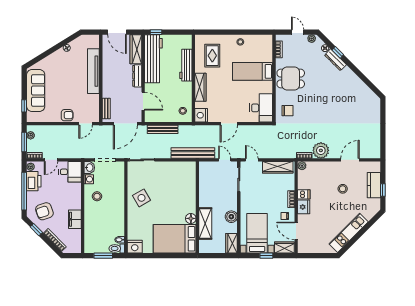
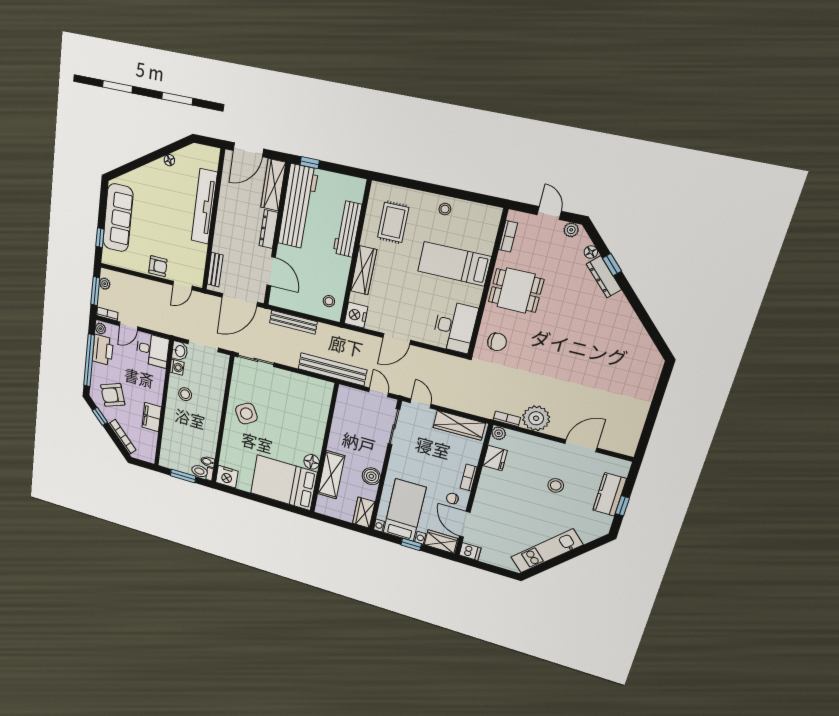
door: (117, 32) -> (248, 150), hinge flipped
dishwasher: (304, 194) -> (470, 552), moved
fridge: (304, 207) -> (495, 458), moved

